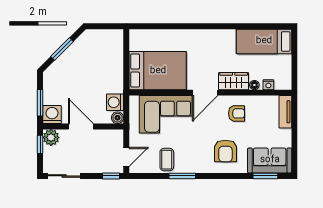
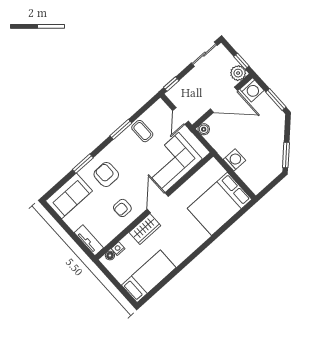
window: (62, 49) -> (286, 155), moved
bed: (158, 71) -> (220, 204), moved
floor lamp: (254, 85) -> (110, 256), moved
washing machine: (115, 102) -> (234, 160), moved
window: (40, 103) -> (276, 99), moved
door: (81, 126) -> (224, 100), width x1.36
door: (126, 157) -> (180, 116), moved
window: (265, 176) -> (83, 164), moved

